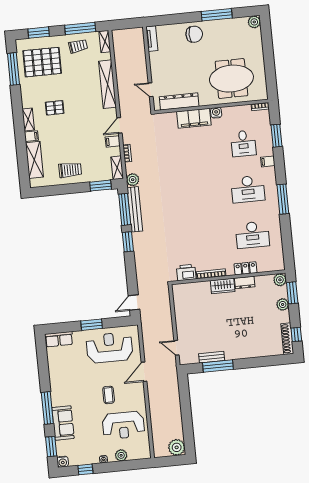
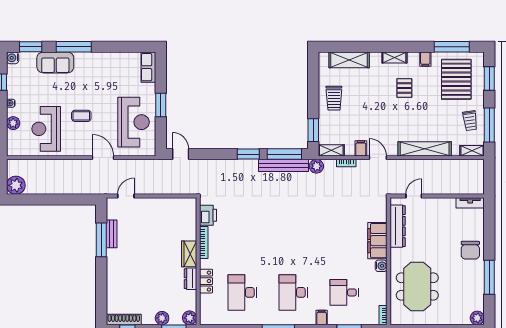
filing cabinet: (31, 136) -> (425, 59), moved

